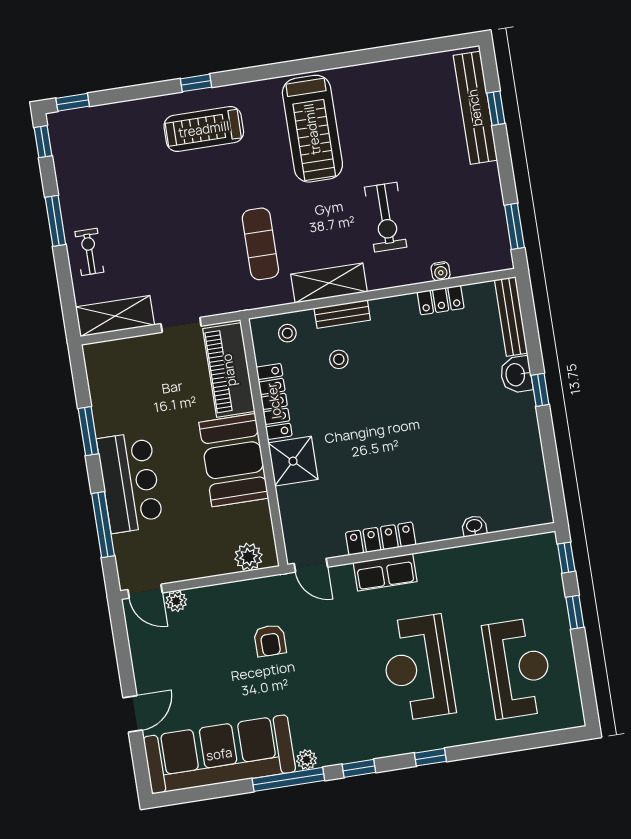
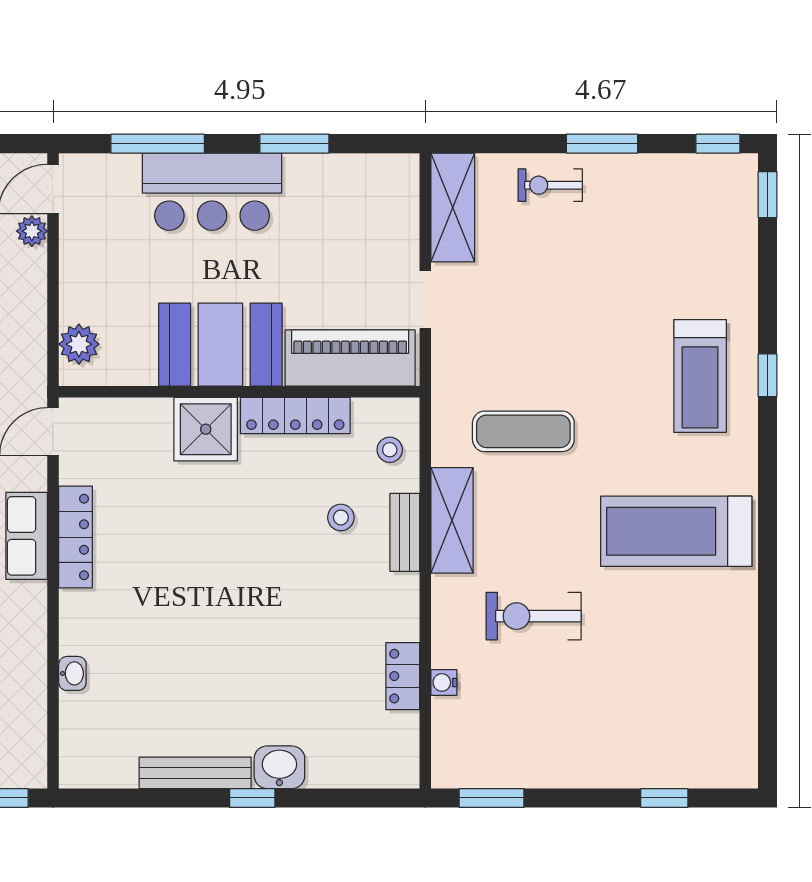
bench: (475, 108) -> (670, 769), removed
treadmill: (204, 129) -> (700, 376), turned 180
exercise bike: (89, 252) -> (550, 185), turned 180
bench: (511, 316) -> (195, 773), moved

